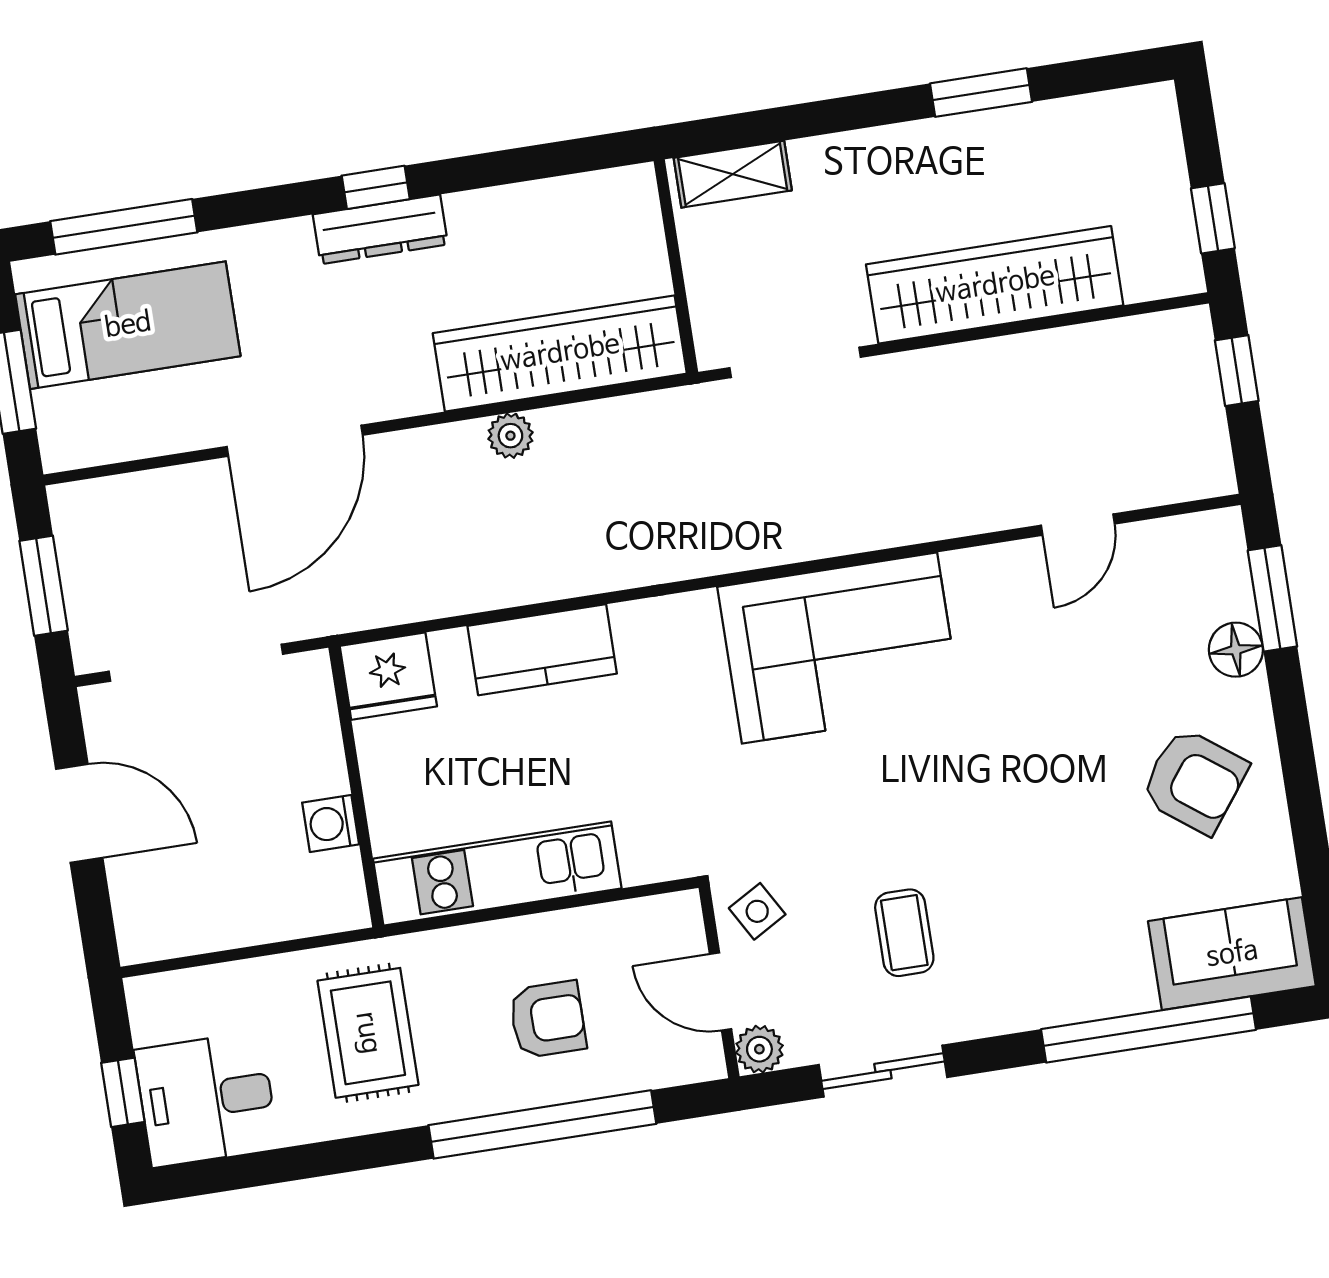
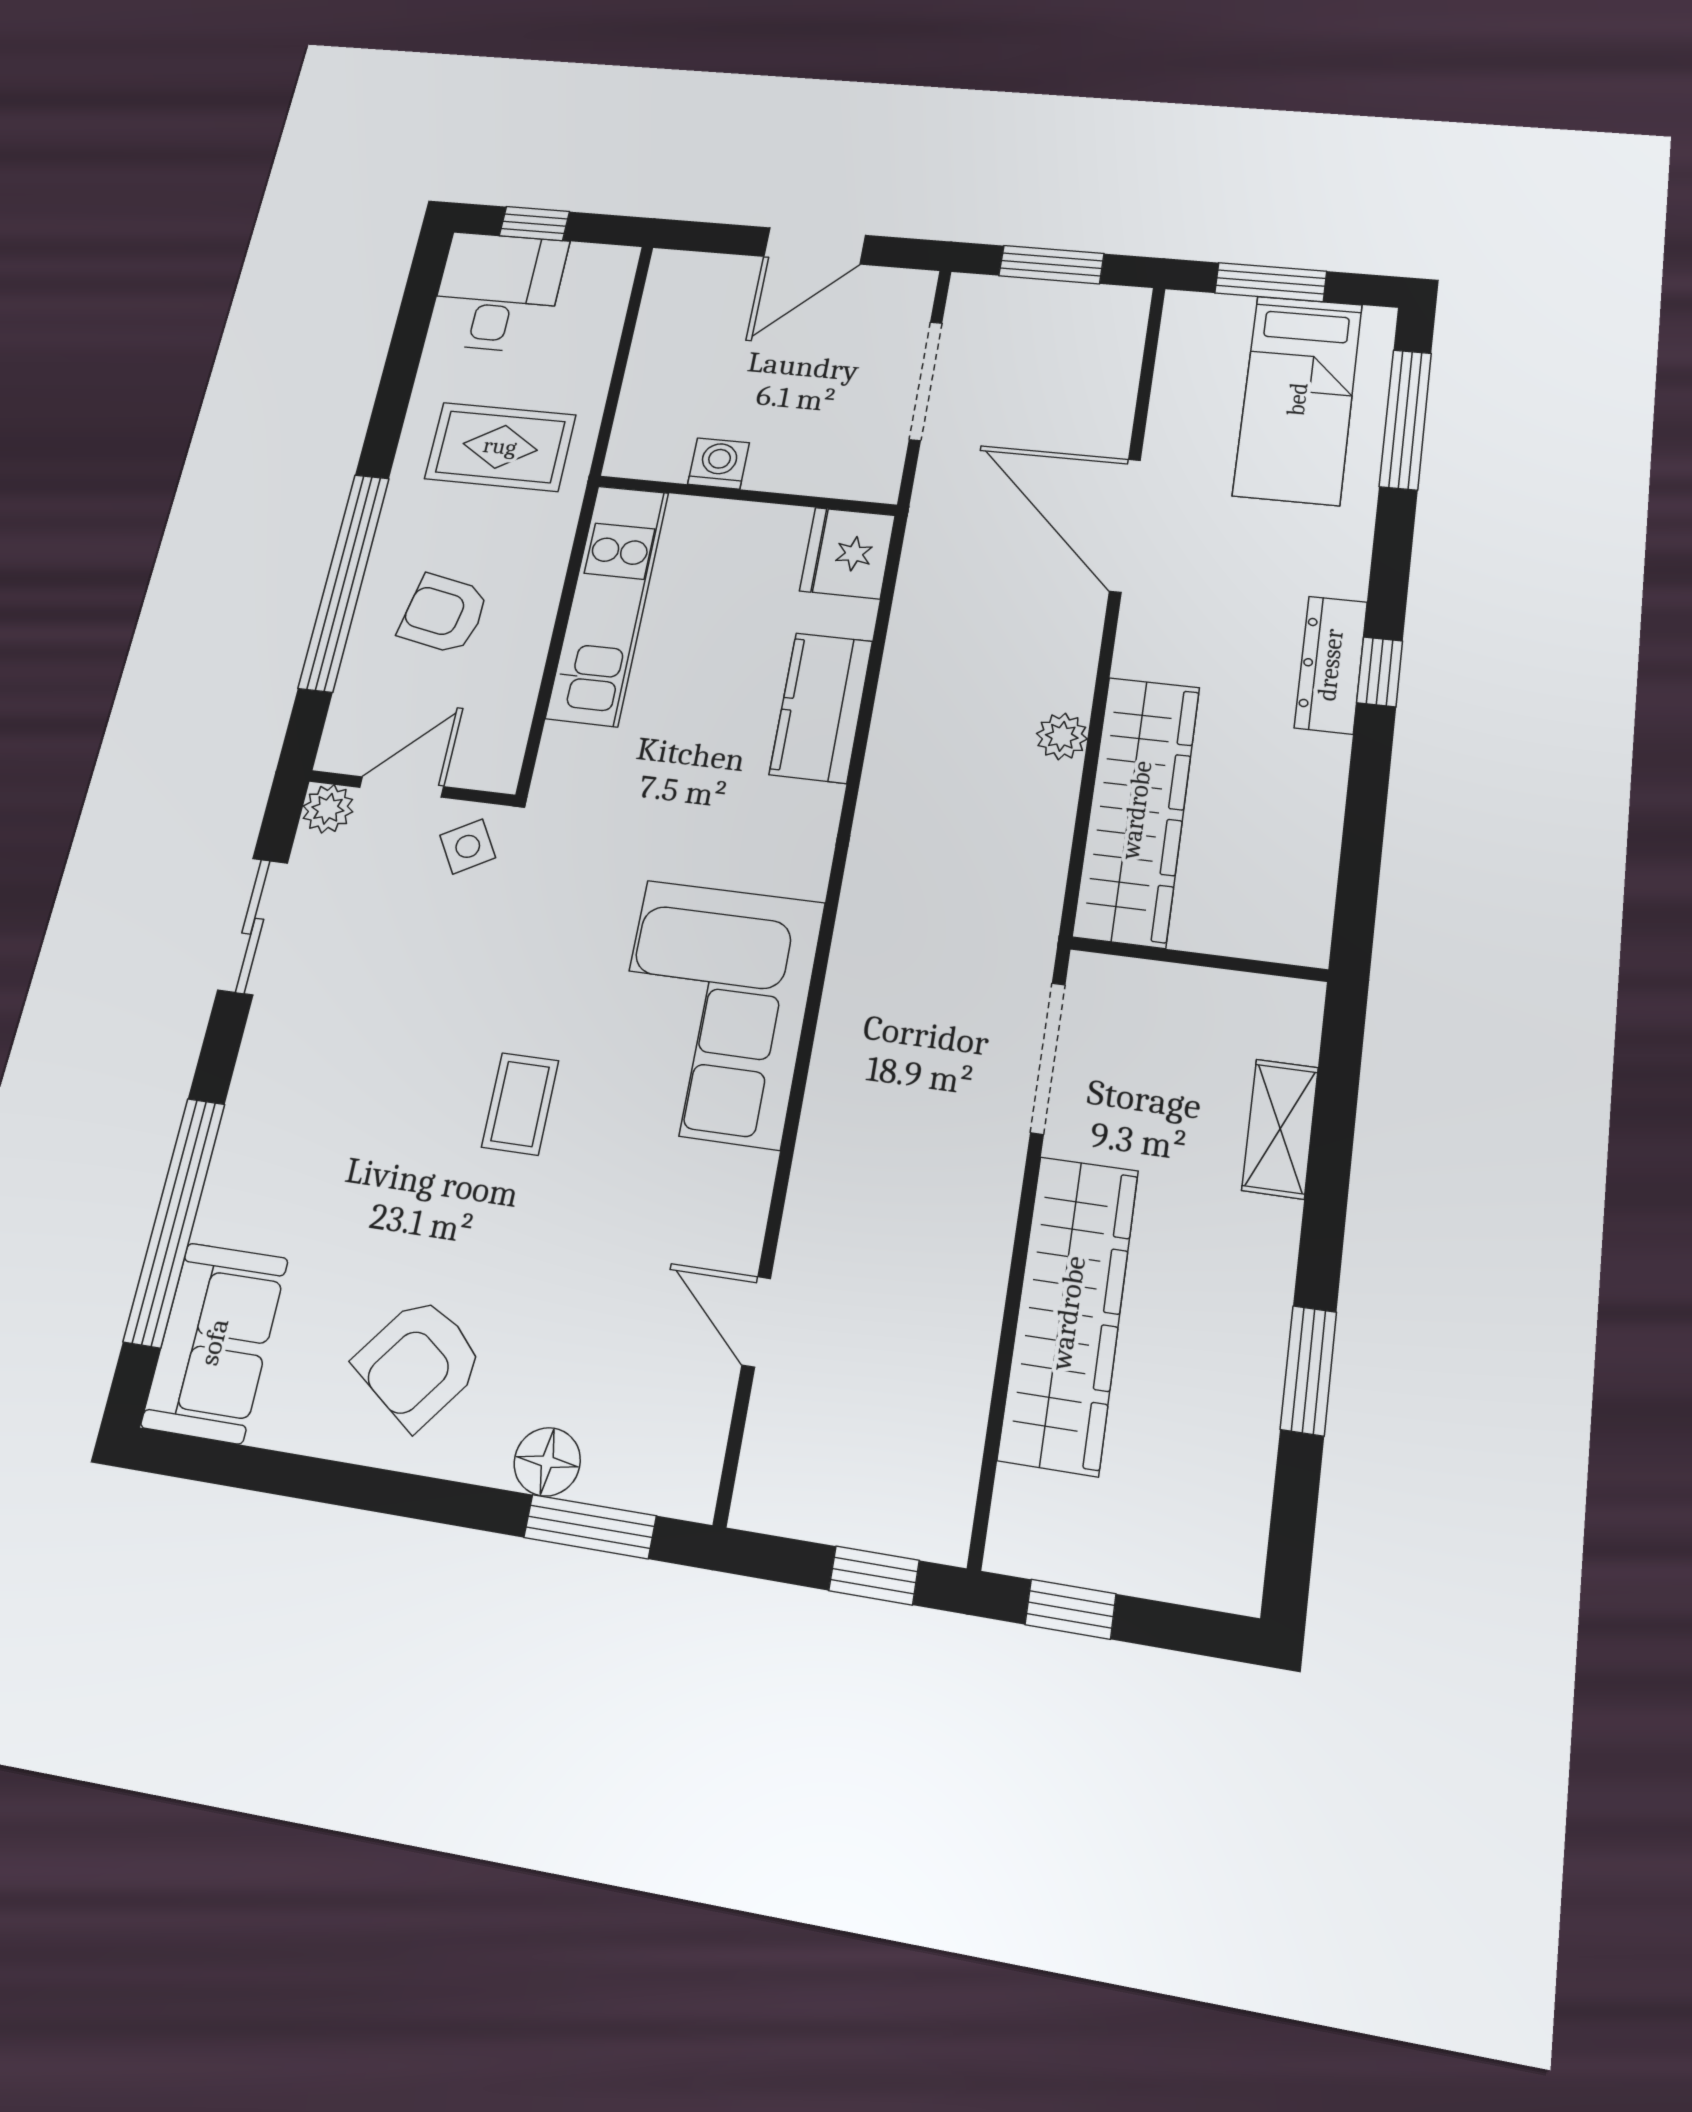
shelving: (733, 174) -> (1280, 1129), moved
doorway: (196, 663) -> (926, 381), width x0.73
coffee table: (904, 933) -> (520, 1104), moved, turned 90
armchair: (548, 1019) -> (444, 614), turned 101

